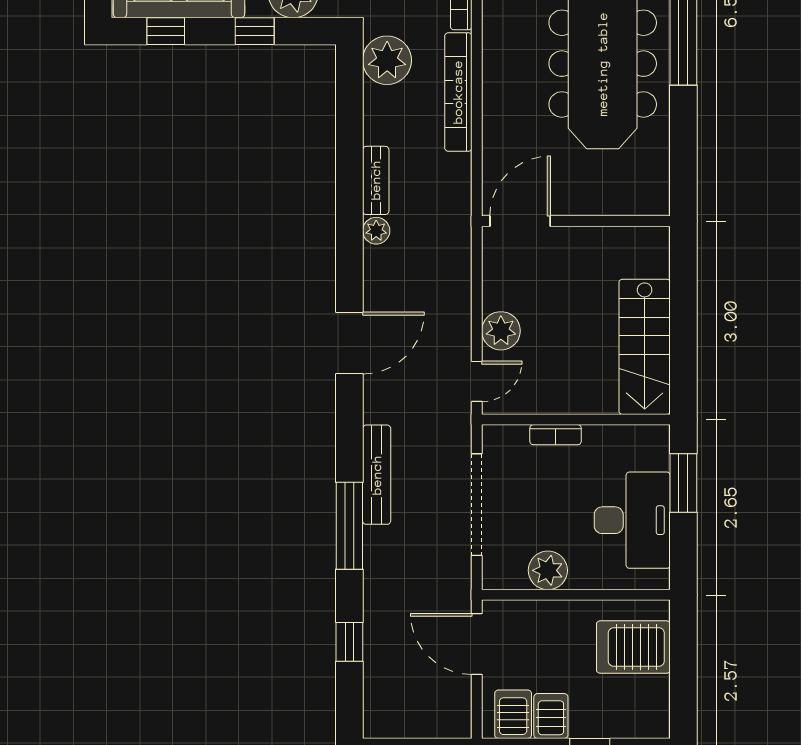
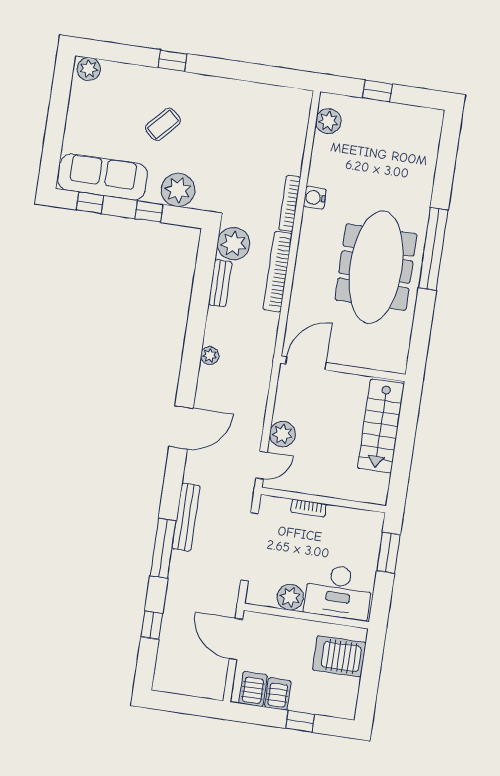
bench: (376, 180) -> (220, 283), moved
stairs: (645, 347) -> (381, 426), moved
desk: (632, 520) -> (339, 592), moved, turned 90

